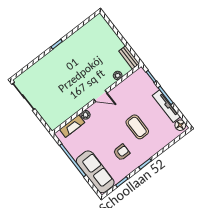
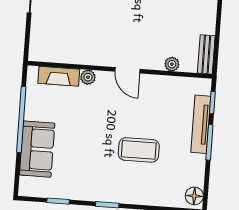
tv unit: (166, 106) -> (201, 124), moved
coffee table: (137, 127) -> (139, 150), turned 90
armchair: (121, 152) -> (91, 164), removed
sofa: (95, 172) -> (37, 149), width x0.73

